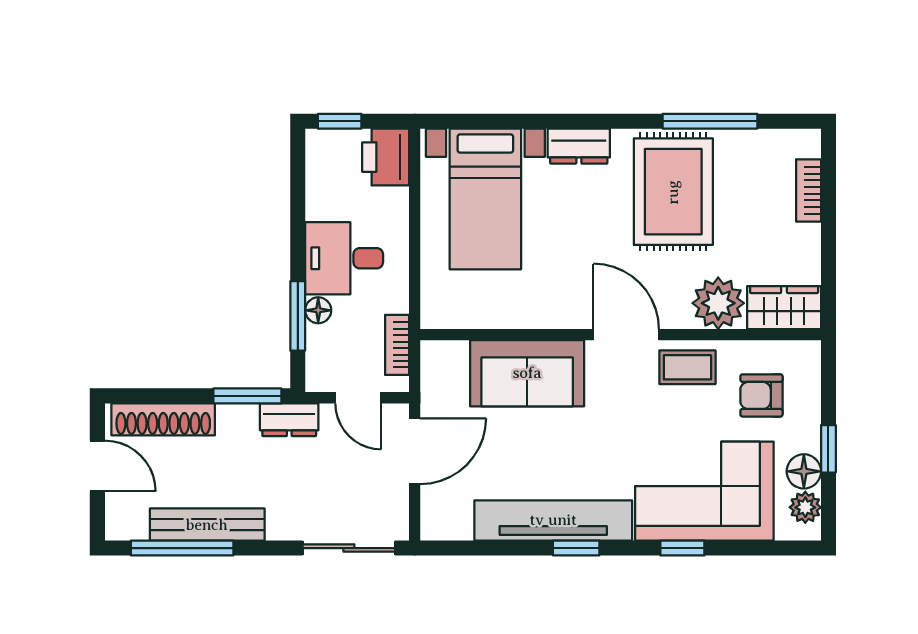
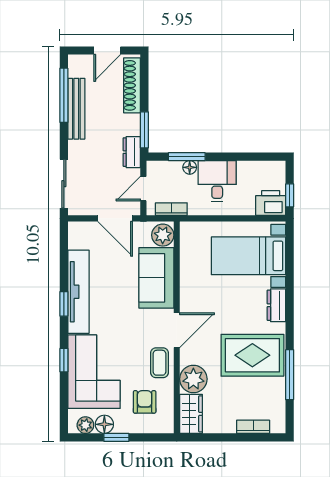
window: (340, 121) -> (290, 195), moved
plant: (446, 361) -> (163, 235), added

